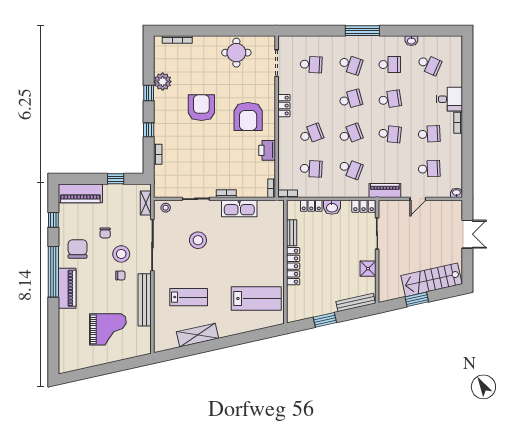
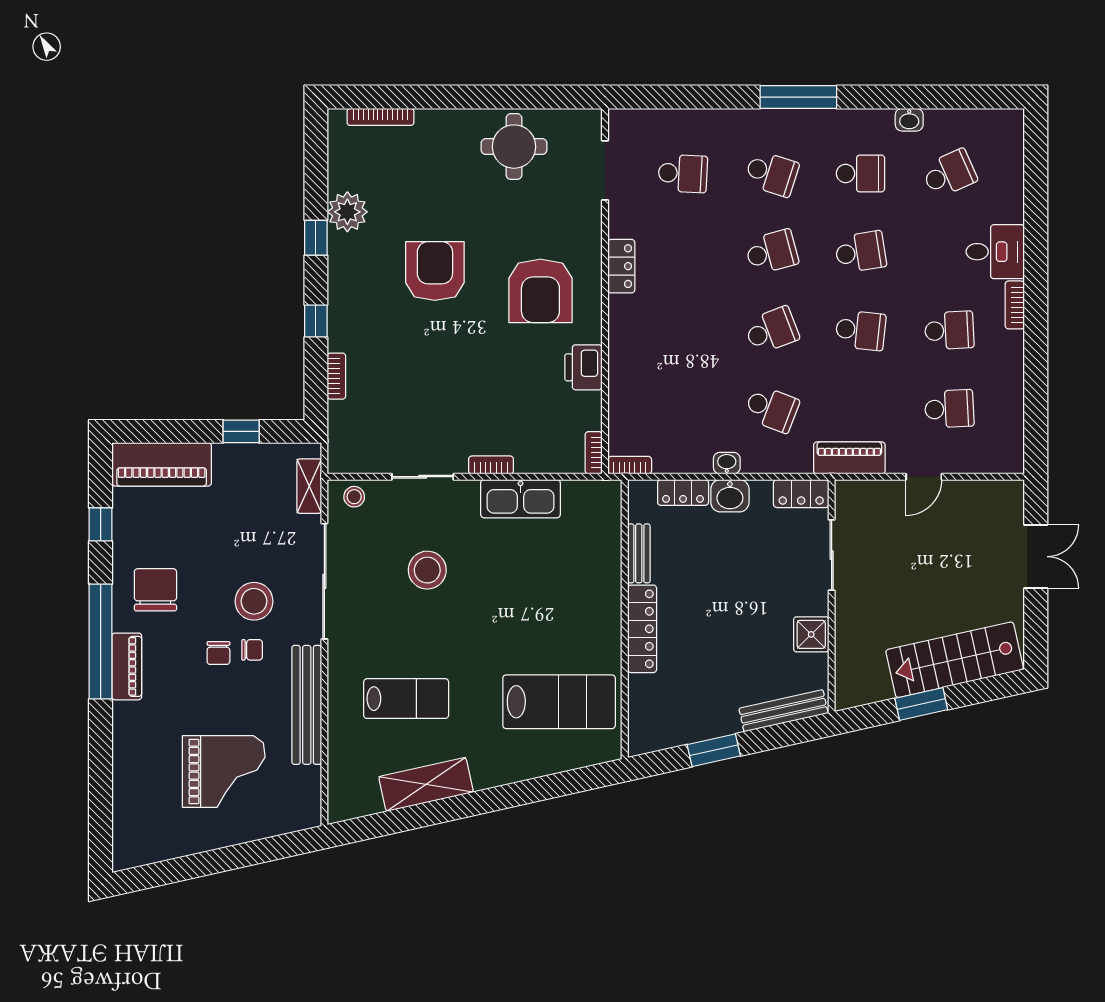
school desk: (429, 65) -> (949, 173), turned -48
school desk: (311, 134) -> (683, 330), removed
school desk: (311, 169) -> (683, 409), removed
washbasin: (456, 193) -> (727, 463), moved
chair: (105, 233) -> (218, 653), moved
piano: (67, 288) -> (127, 666), width x0.73, depth x0.75

